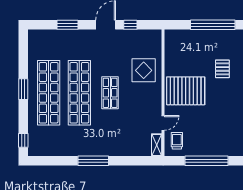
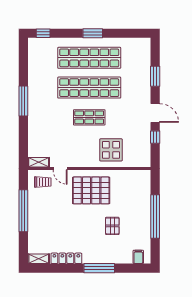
pallet: (222, 69) -> (112, 226), turned 90
pallet: (186, 91) -> (91, 190), turned 90

